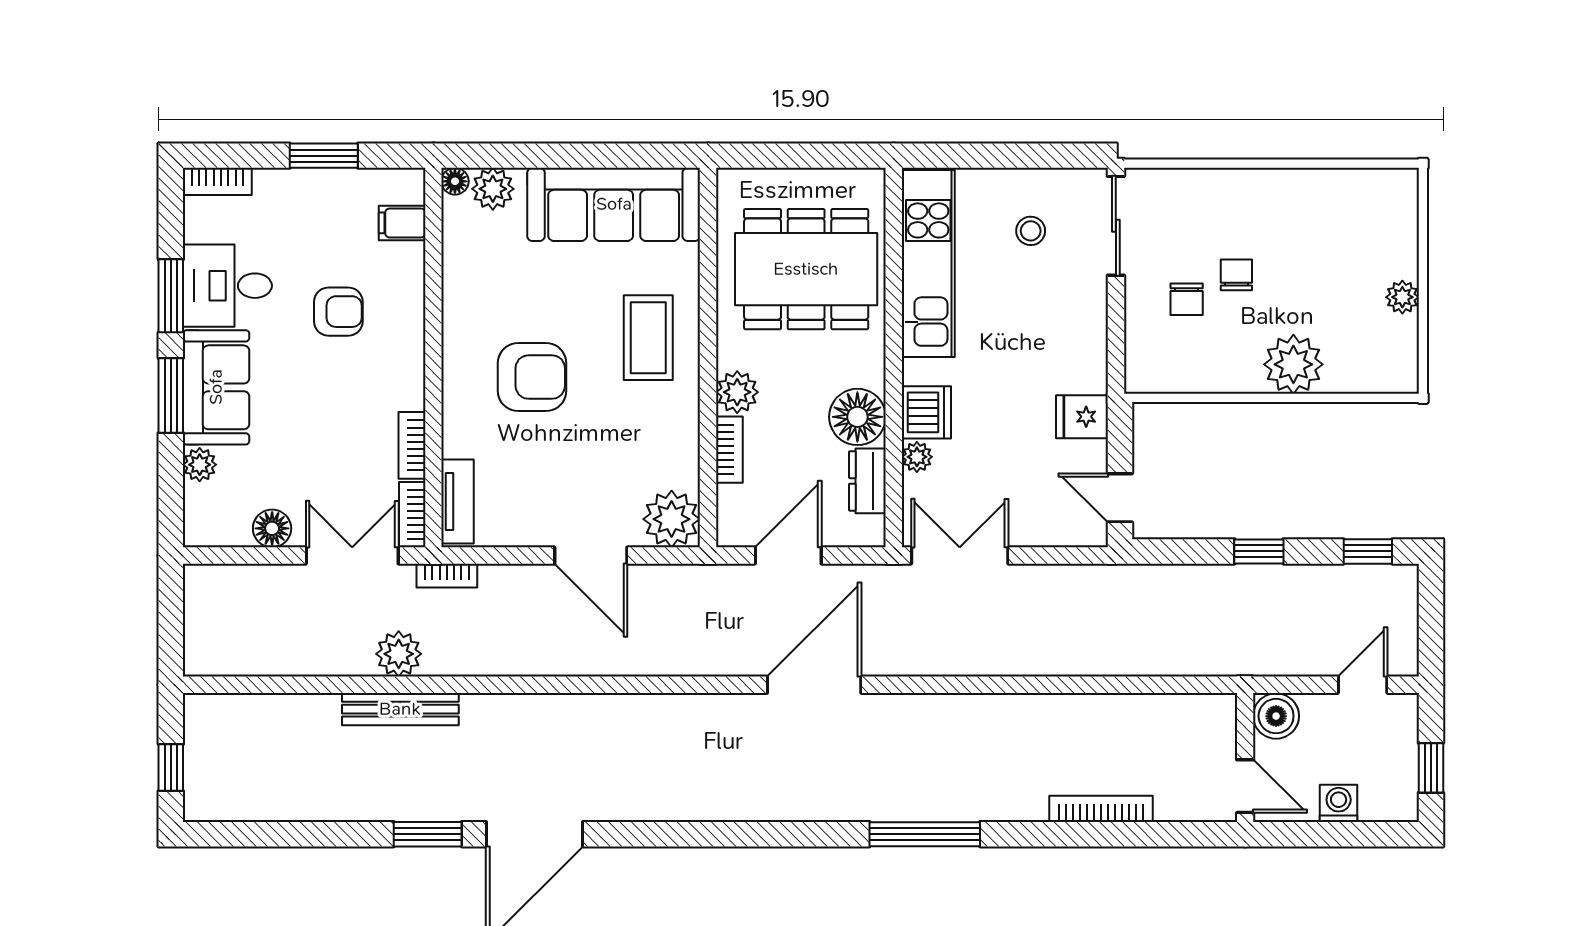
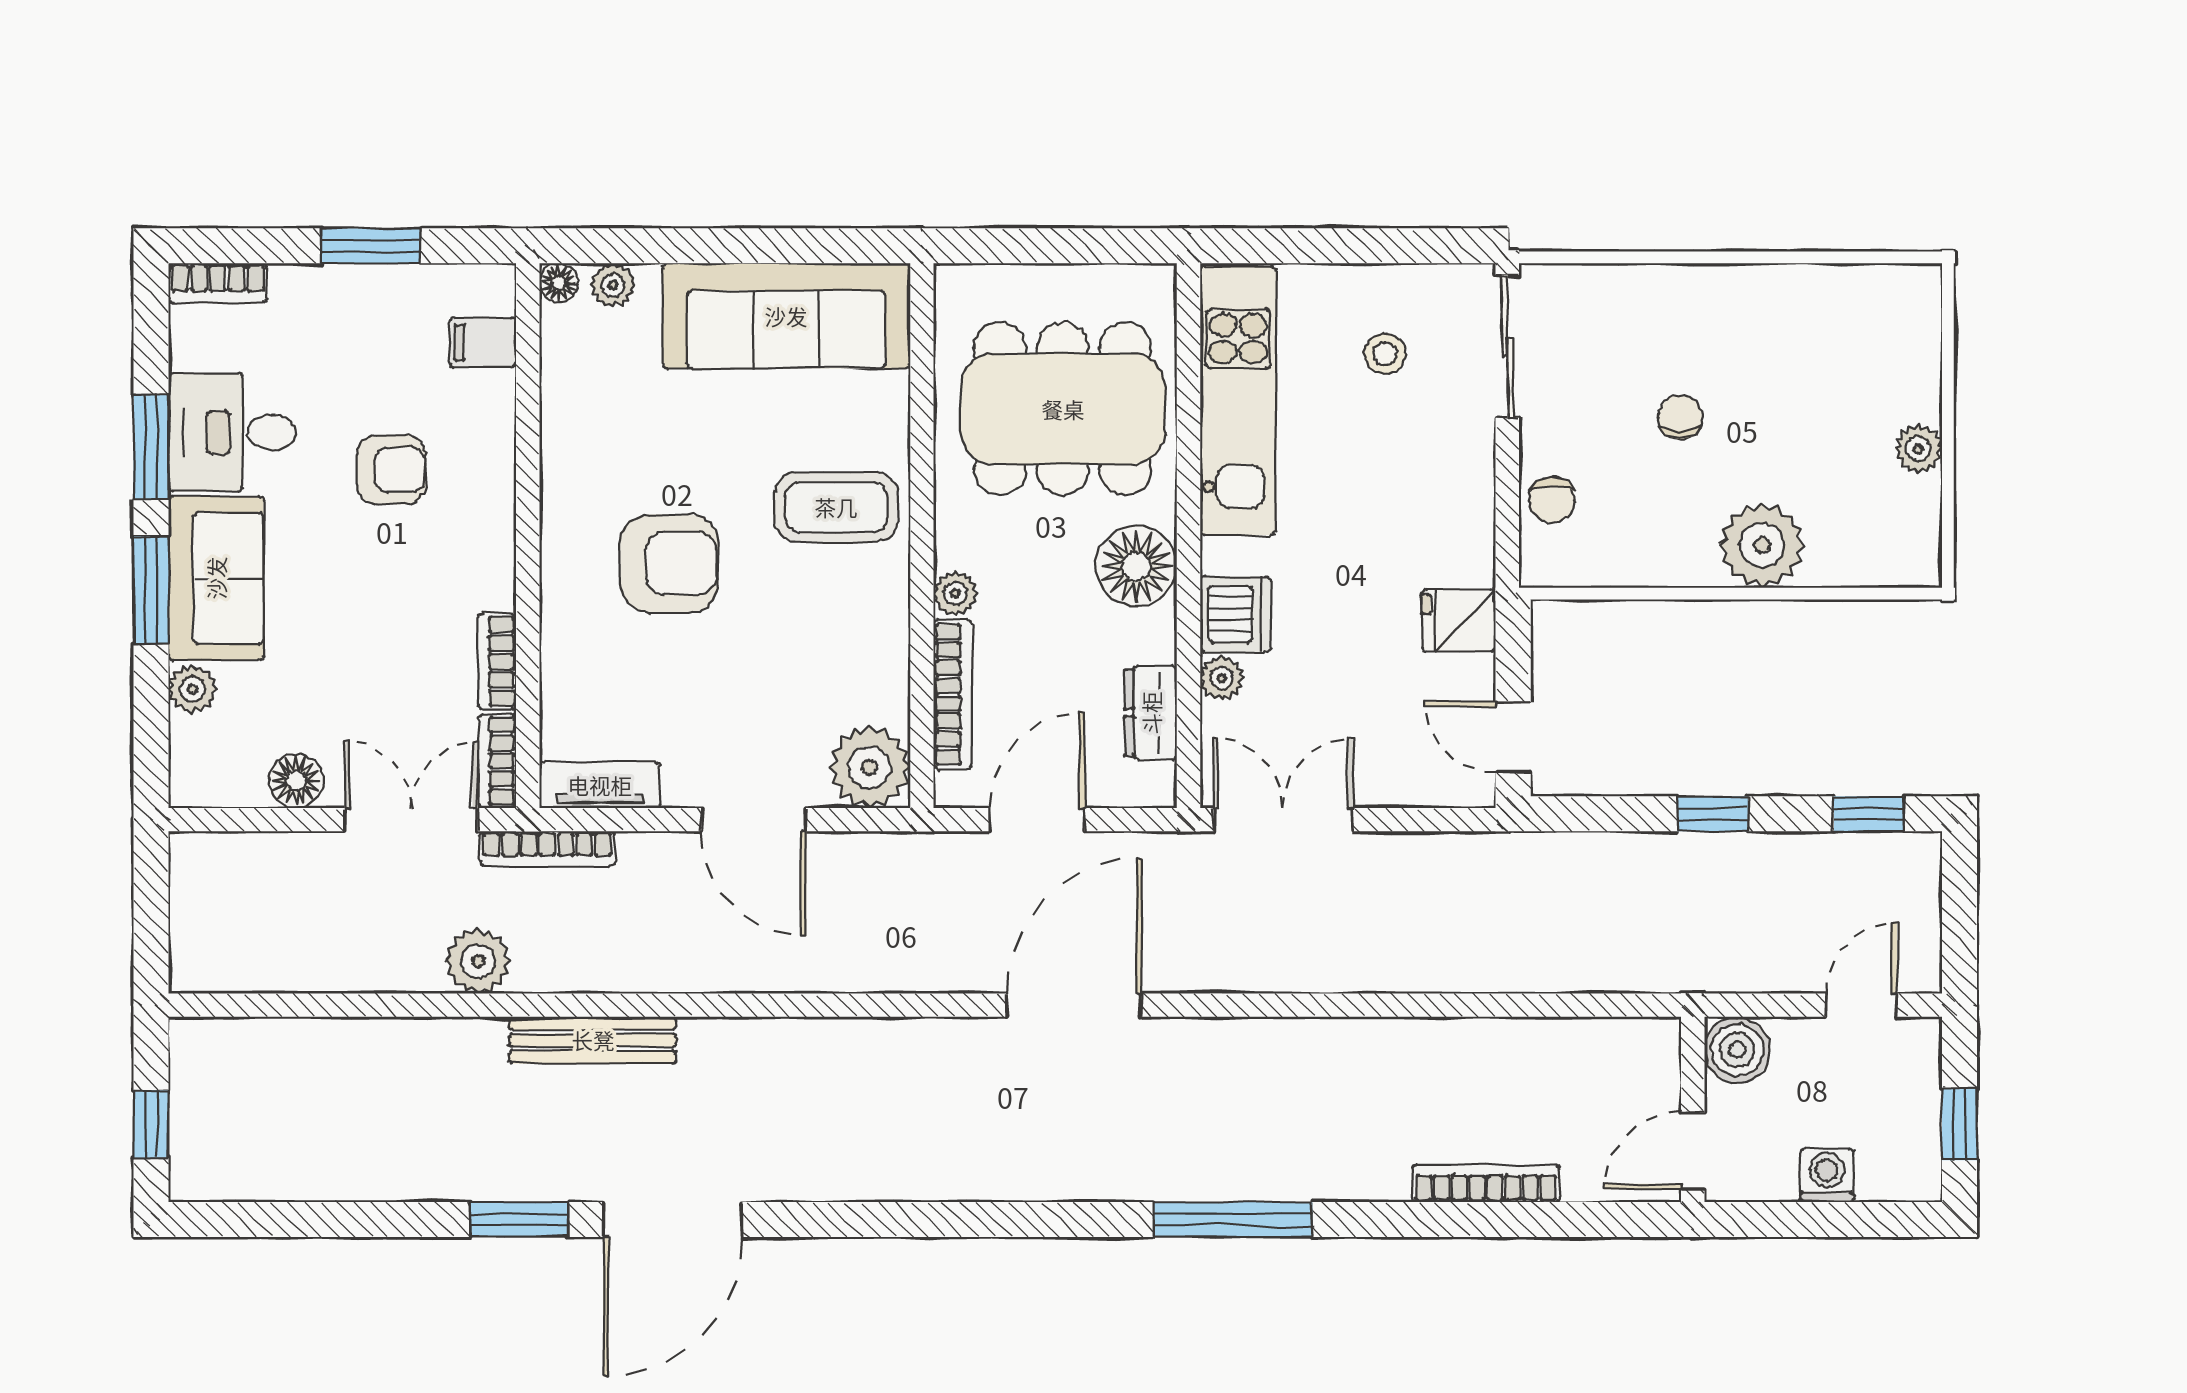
plant: (493, 189) -> (613, 285), width x0.73, depth x0.73
chair: (1187, 299) -> (1552, 500), moved
coffee table: (648, 338) -> (836, 507), turned 90
plant: (737, 392) -> (955, 593), width x0.73, depth x0.73
floor lamp: (857, 417) -> (1136, 566), moved
bookcase: (729, 450) -> (953, 695), width x1.56
tv unit: (458, 502) -> (600, 785), moved, turned -90
bookcase: (447, 576) -> (547, 849), width x1.56
bench: (400, 709) -> (593, 1040), moved
door: (1245, 786) -> (1693, 1151), swing flipped

